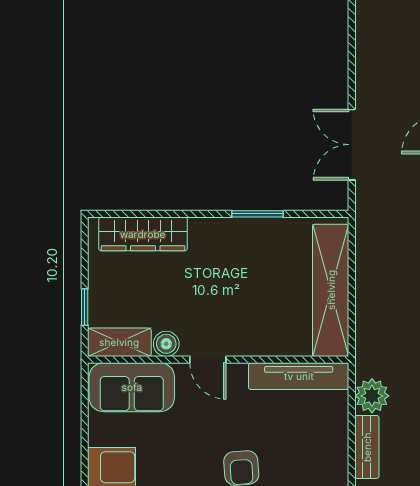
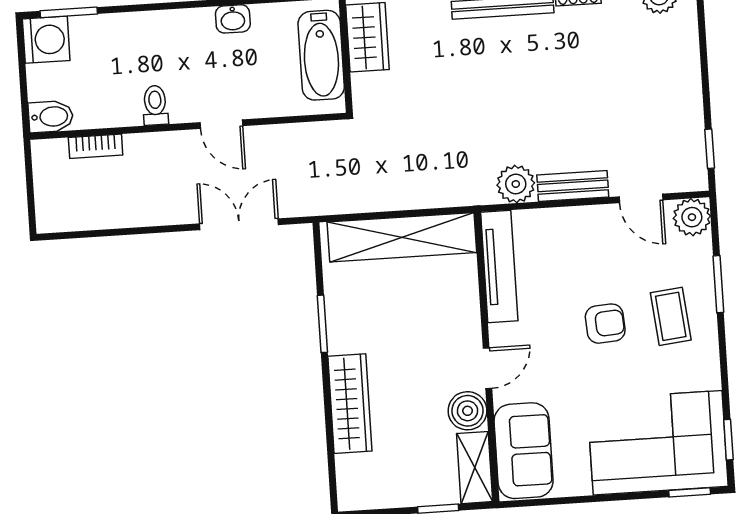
double door: (352, 145) -> (239, 224), swing flipped
wardrobe: (143, 234) -> (350, 404), moved
boiler: (166, 344) -> (468, 411), width x1.36, depth x1.36

